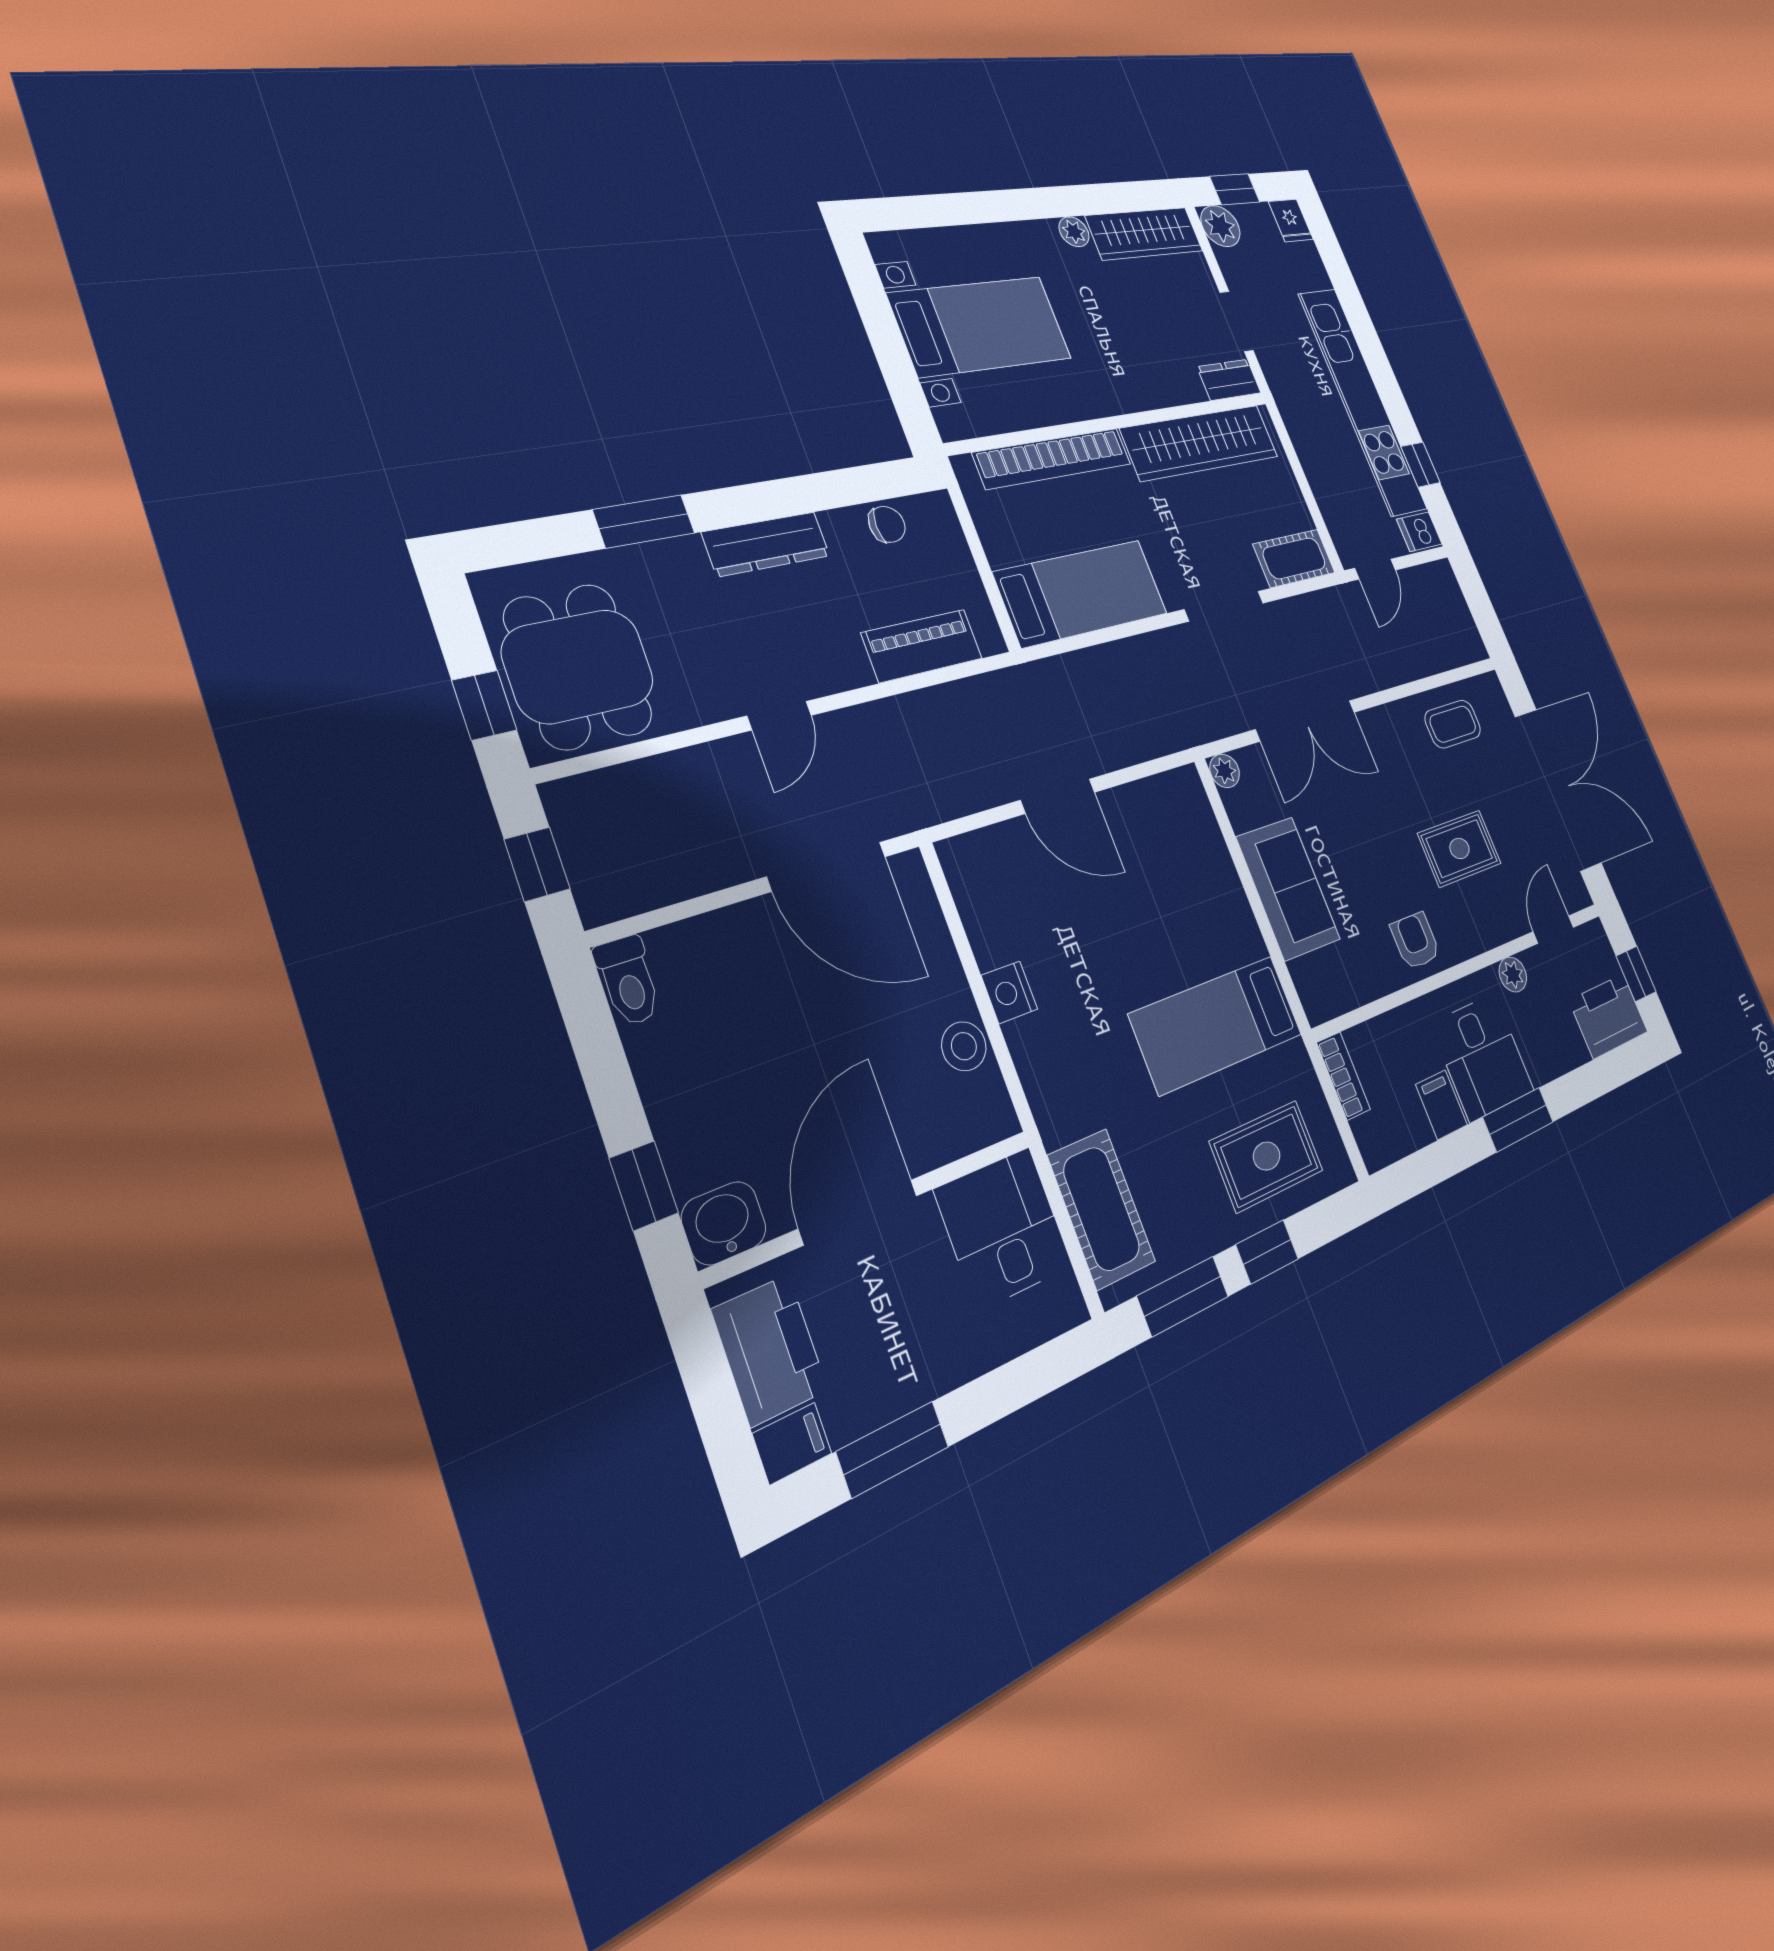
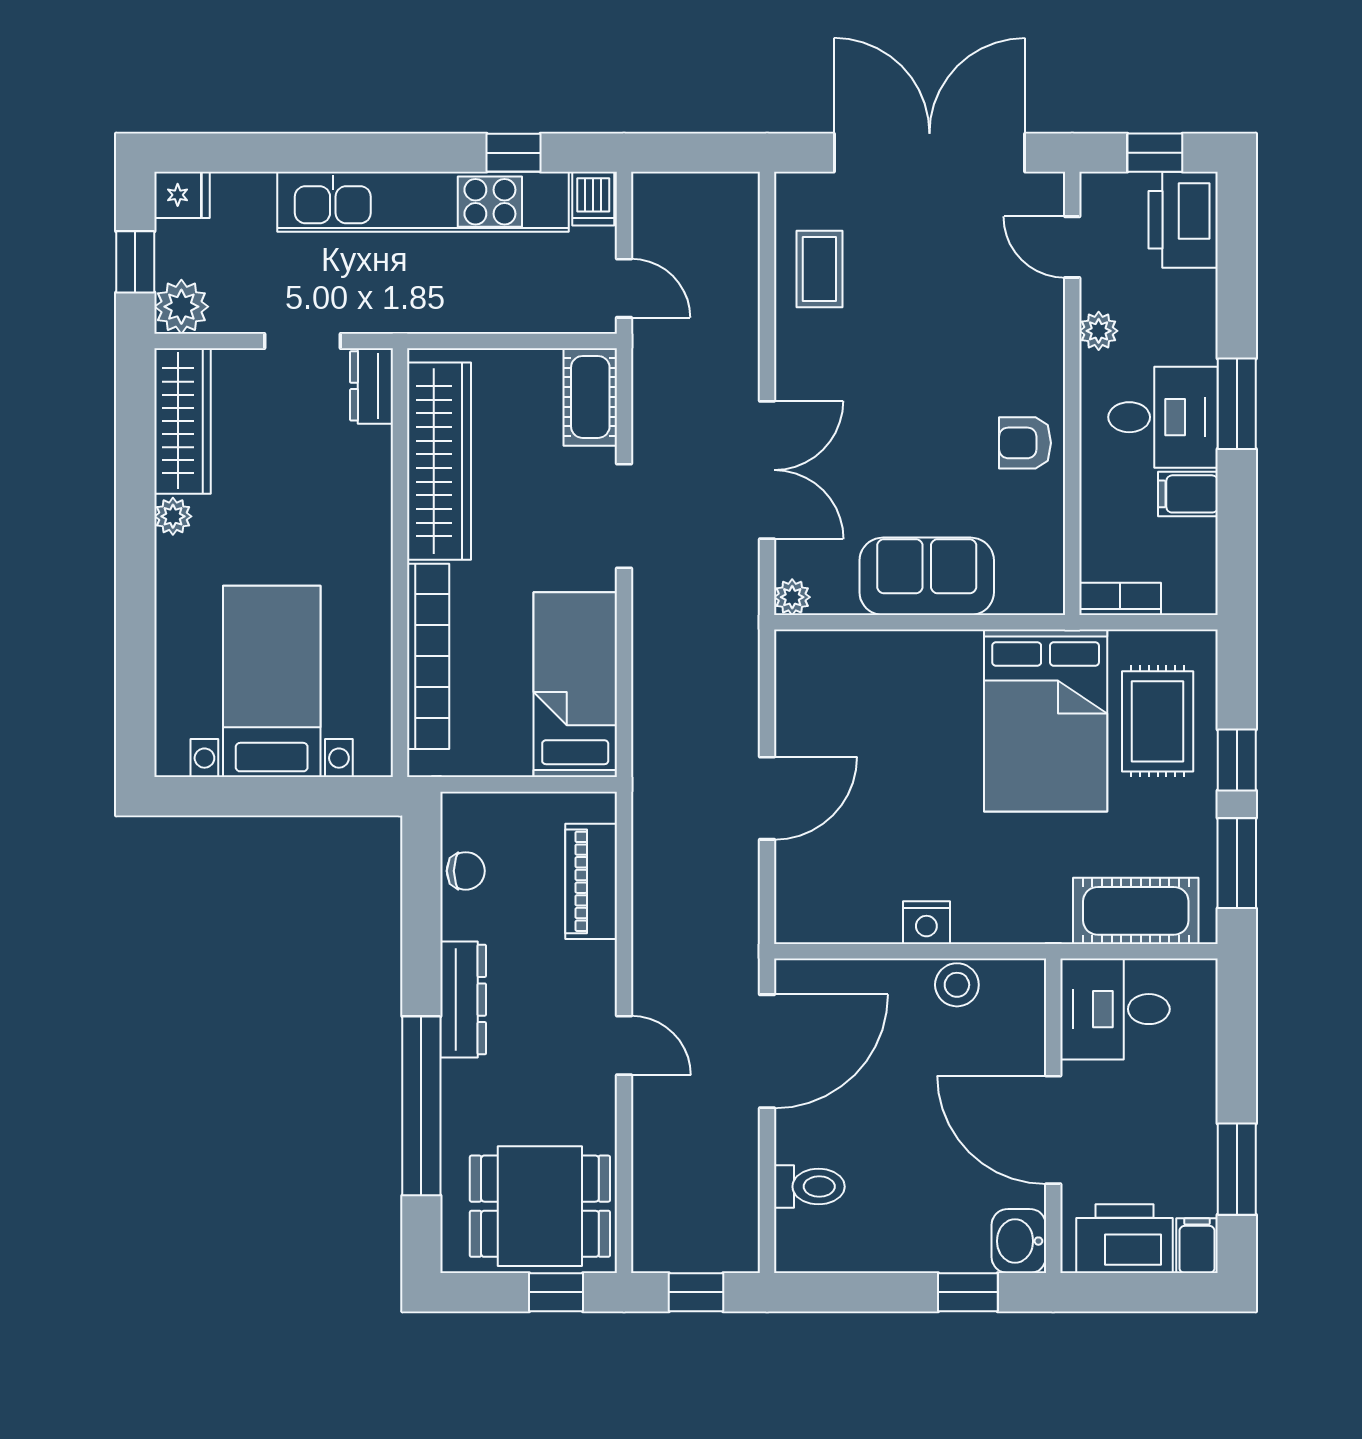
window: (644, 521) -> (421, 1106), width x2.11
chair: (887, 524) -> (466, 871), turned 90
rug: (1459, 848) -> (952, 333), removed
toilet: (628, 981) -> (809, 1187), moved
bed: (1217, 1024) -> (1046, 721), width x1.50

